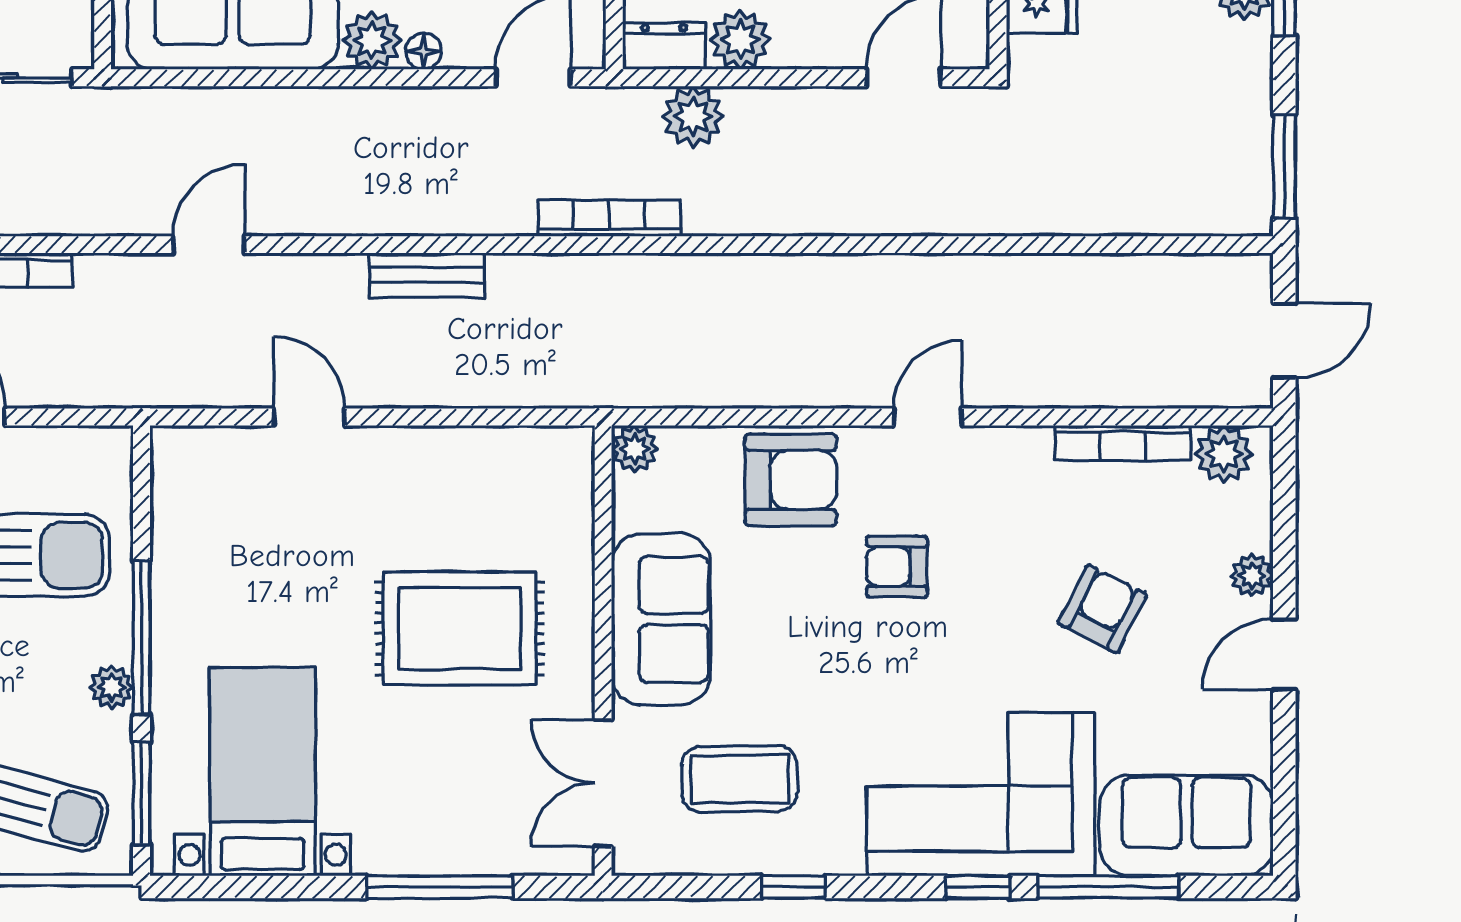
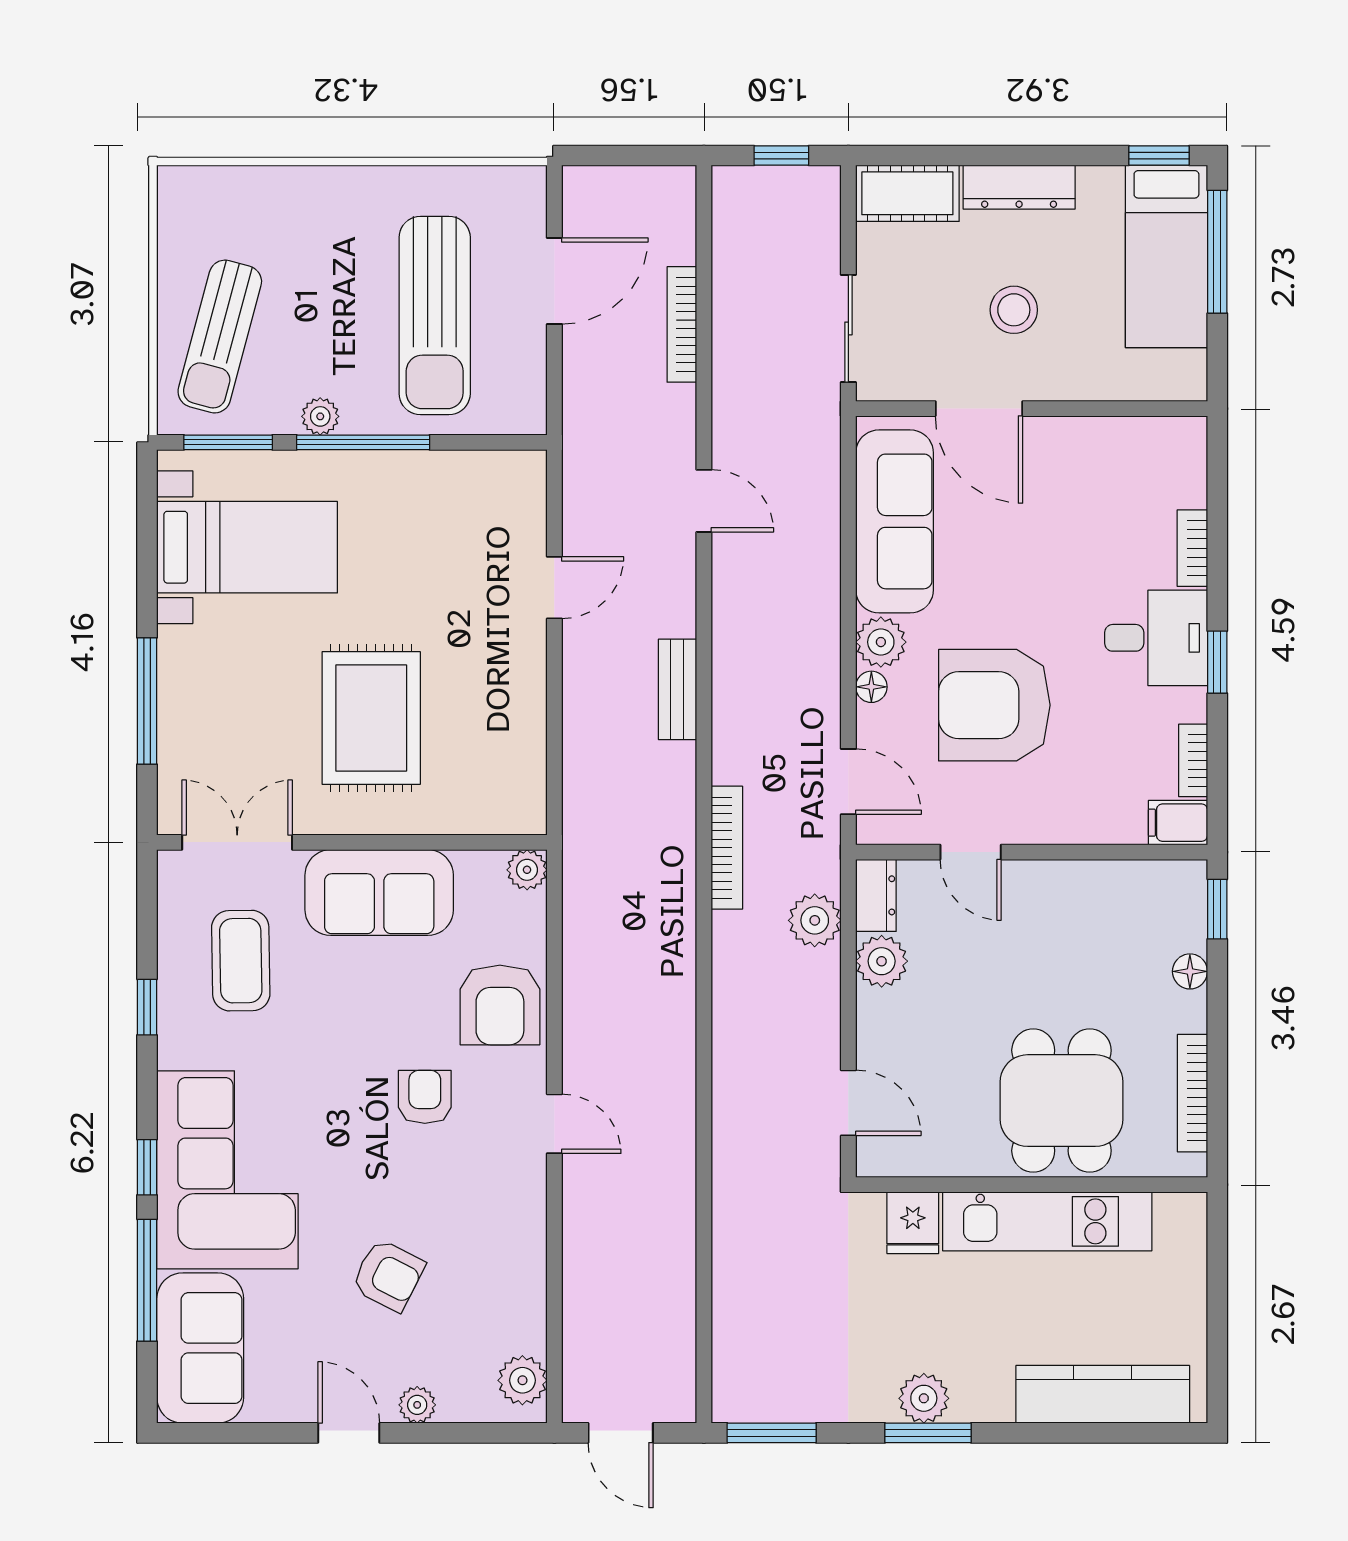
bookcase: (1123, 443) -> (532, 1293), removed

